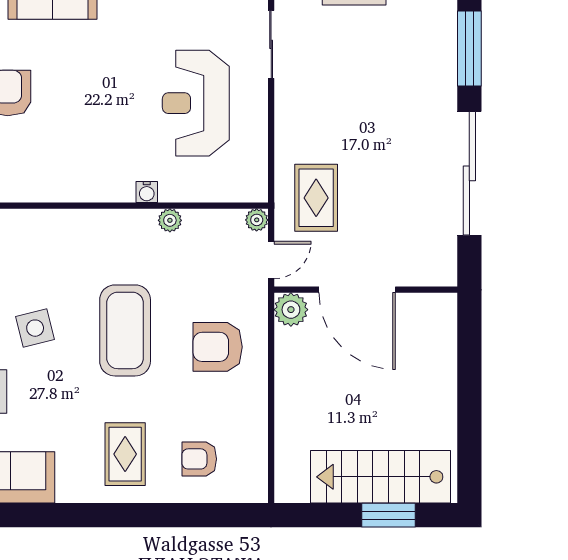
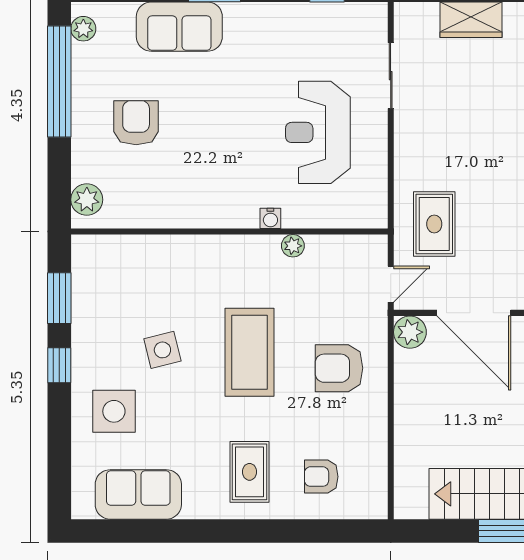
plant: (257, 220) -> (377, 245), removed

